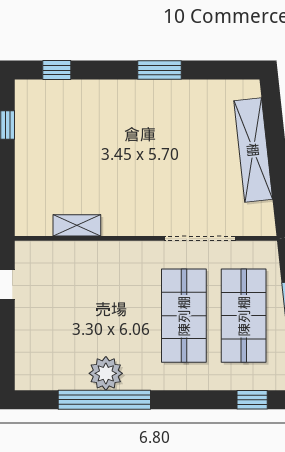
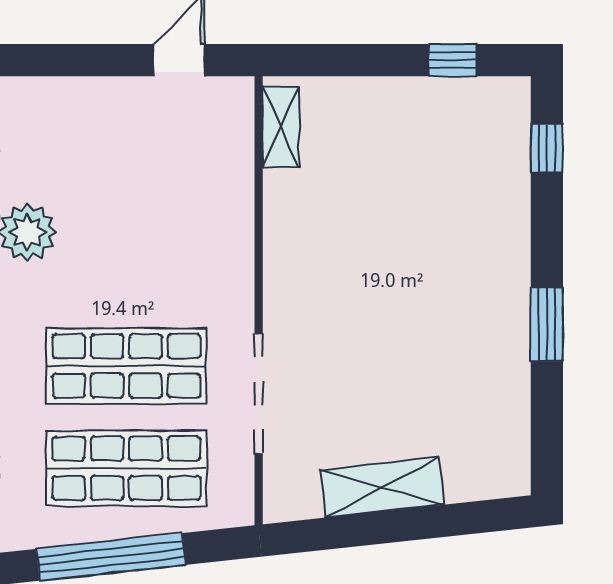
shelving: (253, 150) -> (382, 487), width x0.68
shelving: (77, 225) -> (281, 127), moved

